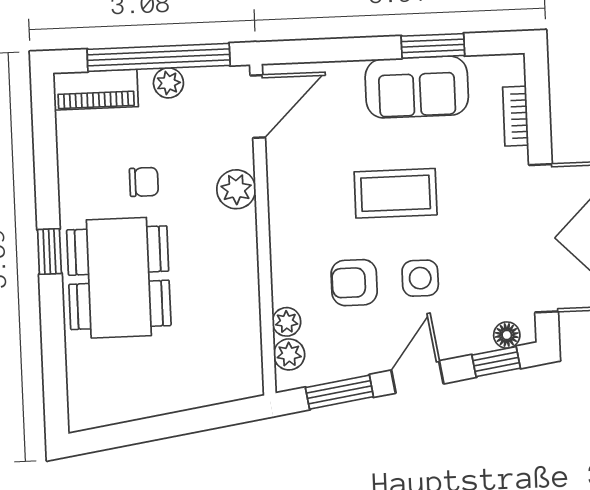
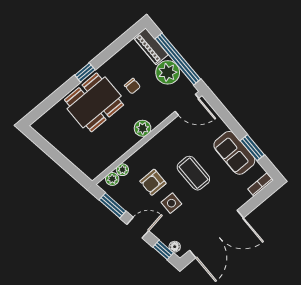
plant: (168, 83) -> (168, 72), width x1.88, depth x1.88
bookcase: (516, 116) -> (260, 185), moved
plant: (236, 189) -> (143, 128), moved
armchair: (354, 283) -> (153, 182), turned -90

